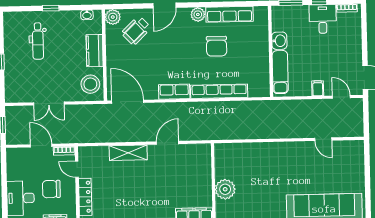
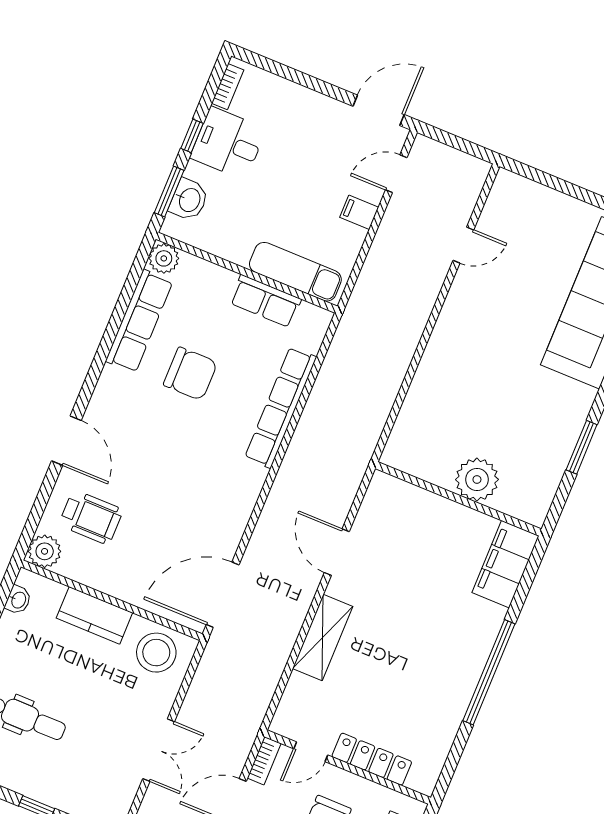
plant: (198, 14) -> (164, 258), moved
wheelchair: (136, 31) -> (91, 517), turned -46
washbasin: (279, 41) -> (189, 200), moved, turned 90
row of seats: (174, 92) -> (265, 301), moved, turned -90

